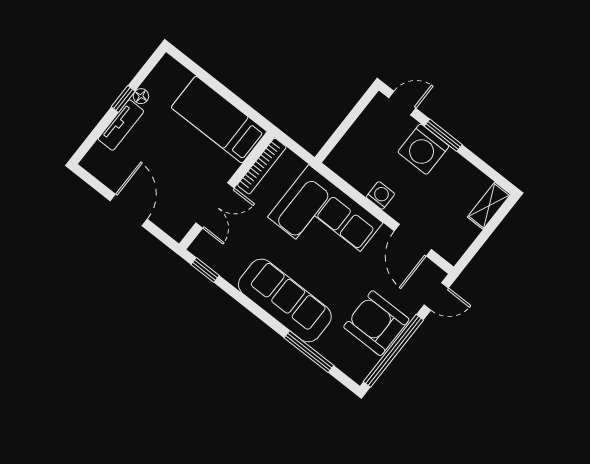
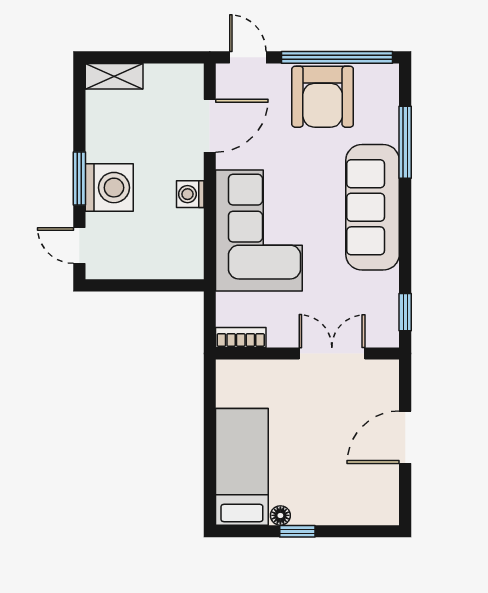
bed: (219, 120) -> (242, 467), moved, turned 180
tv unit: (121, 125) -> (325, 513), removed
bookcase: (262, 166) -> (241, 338), width x0.64

